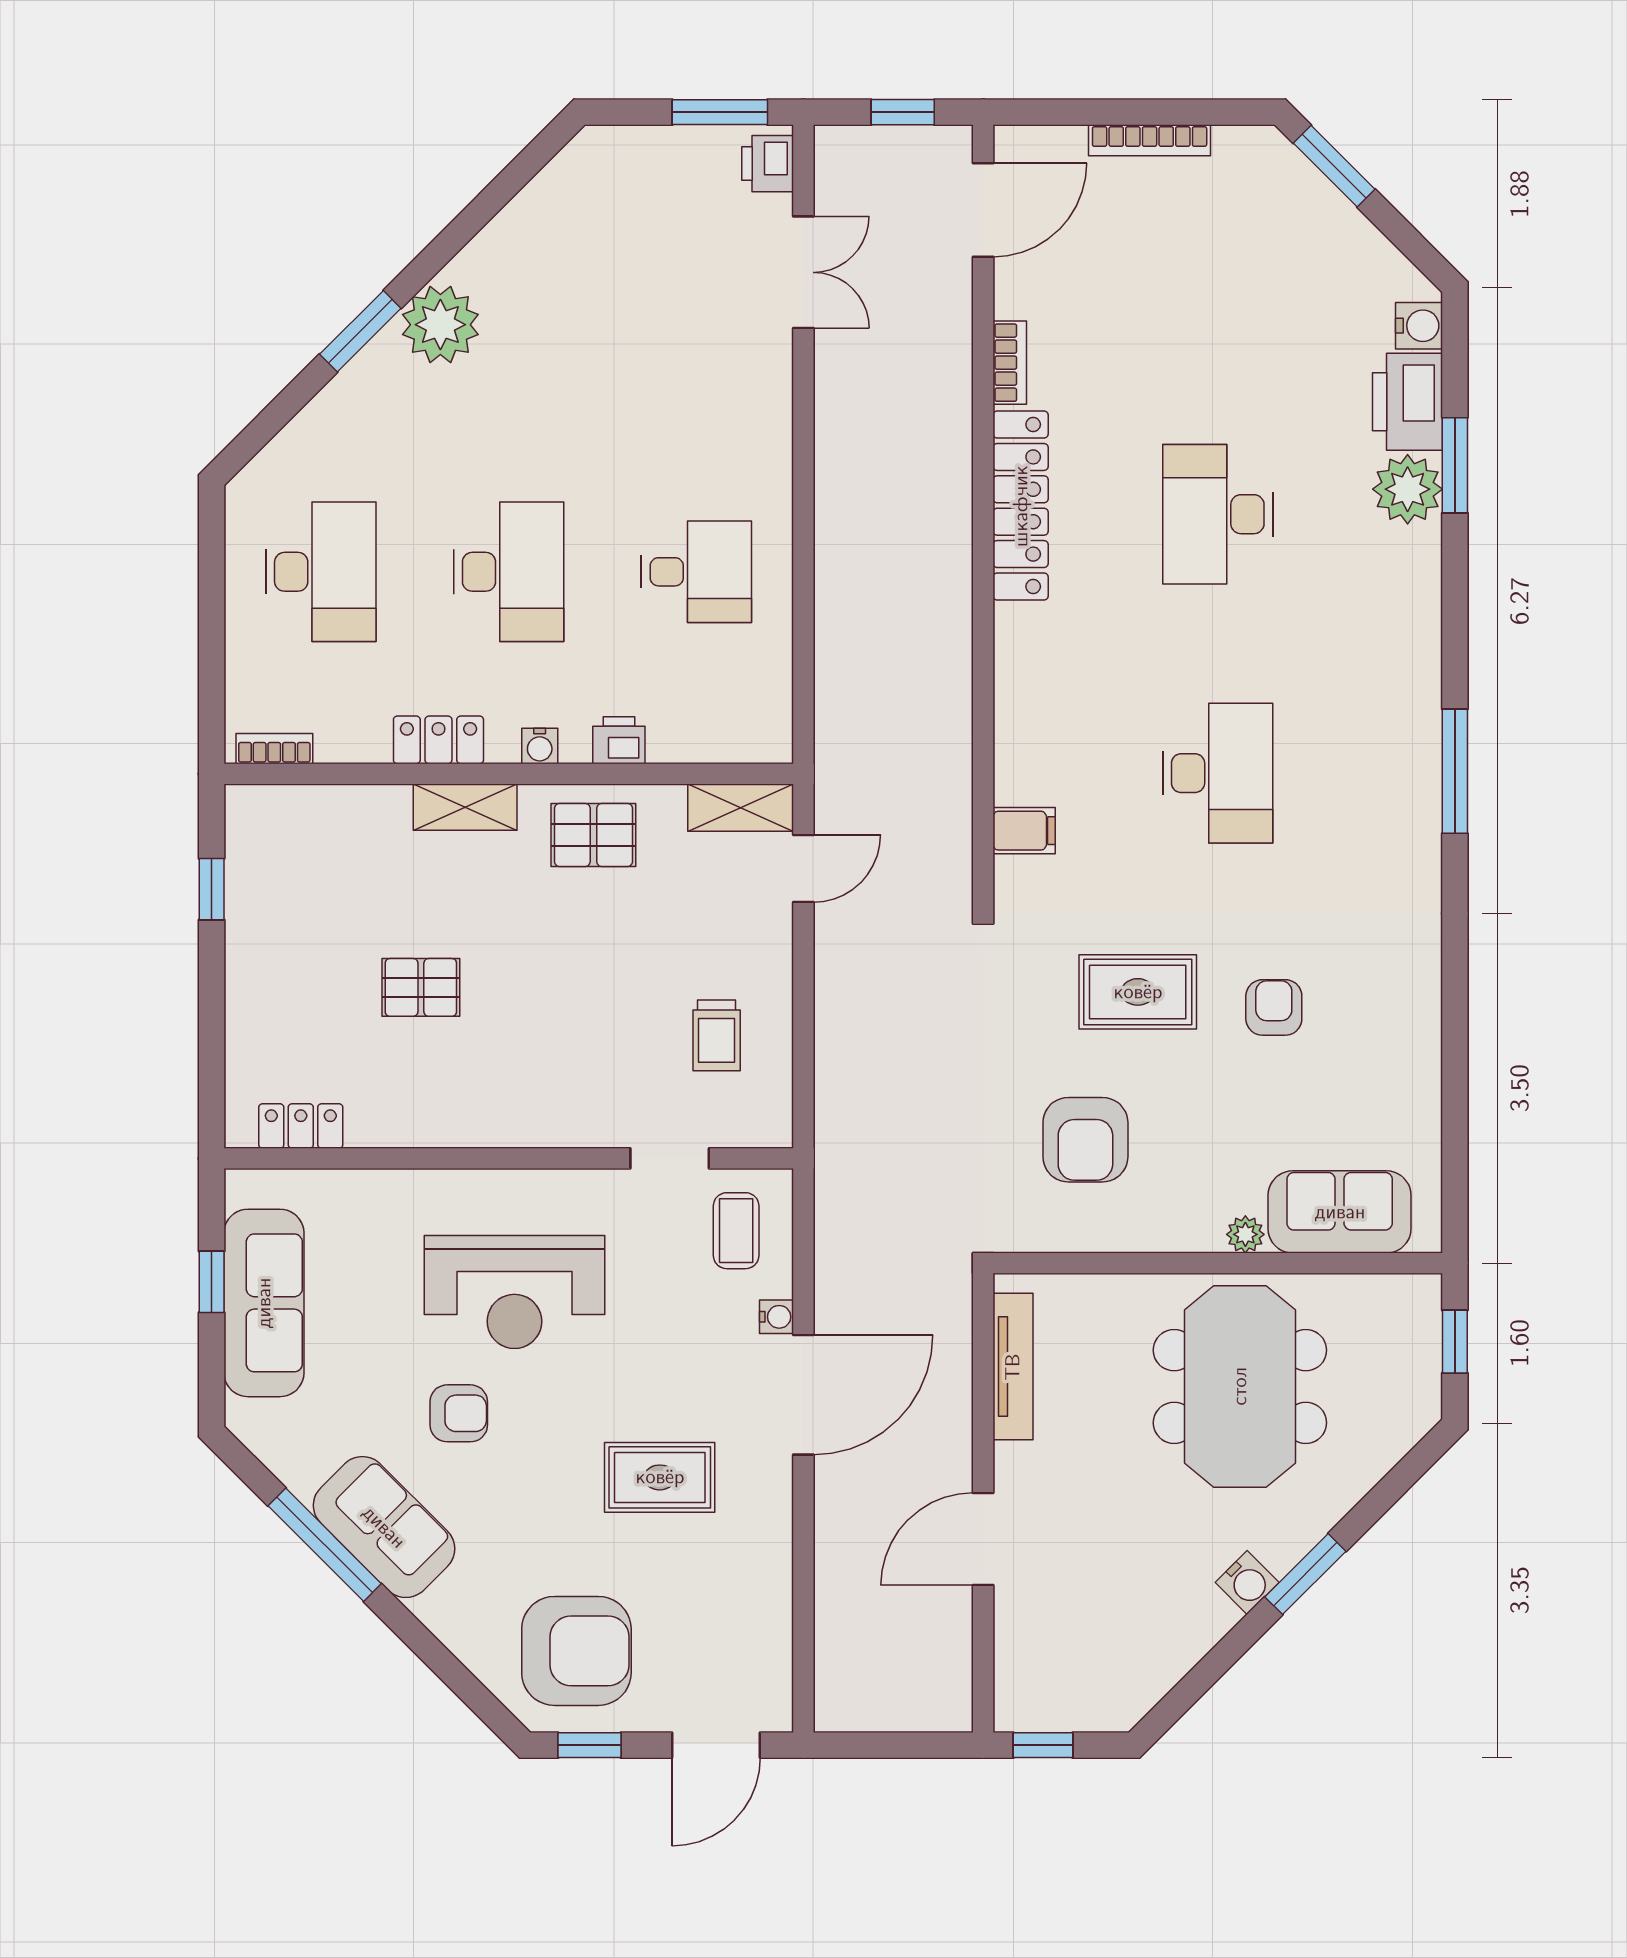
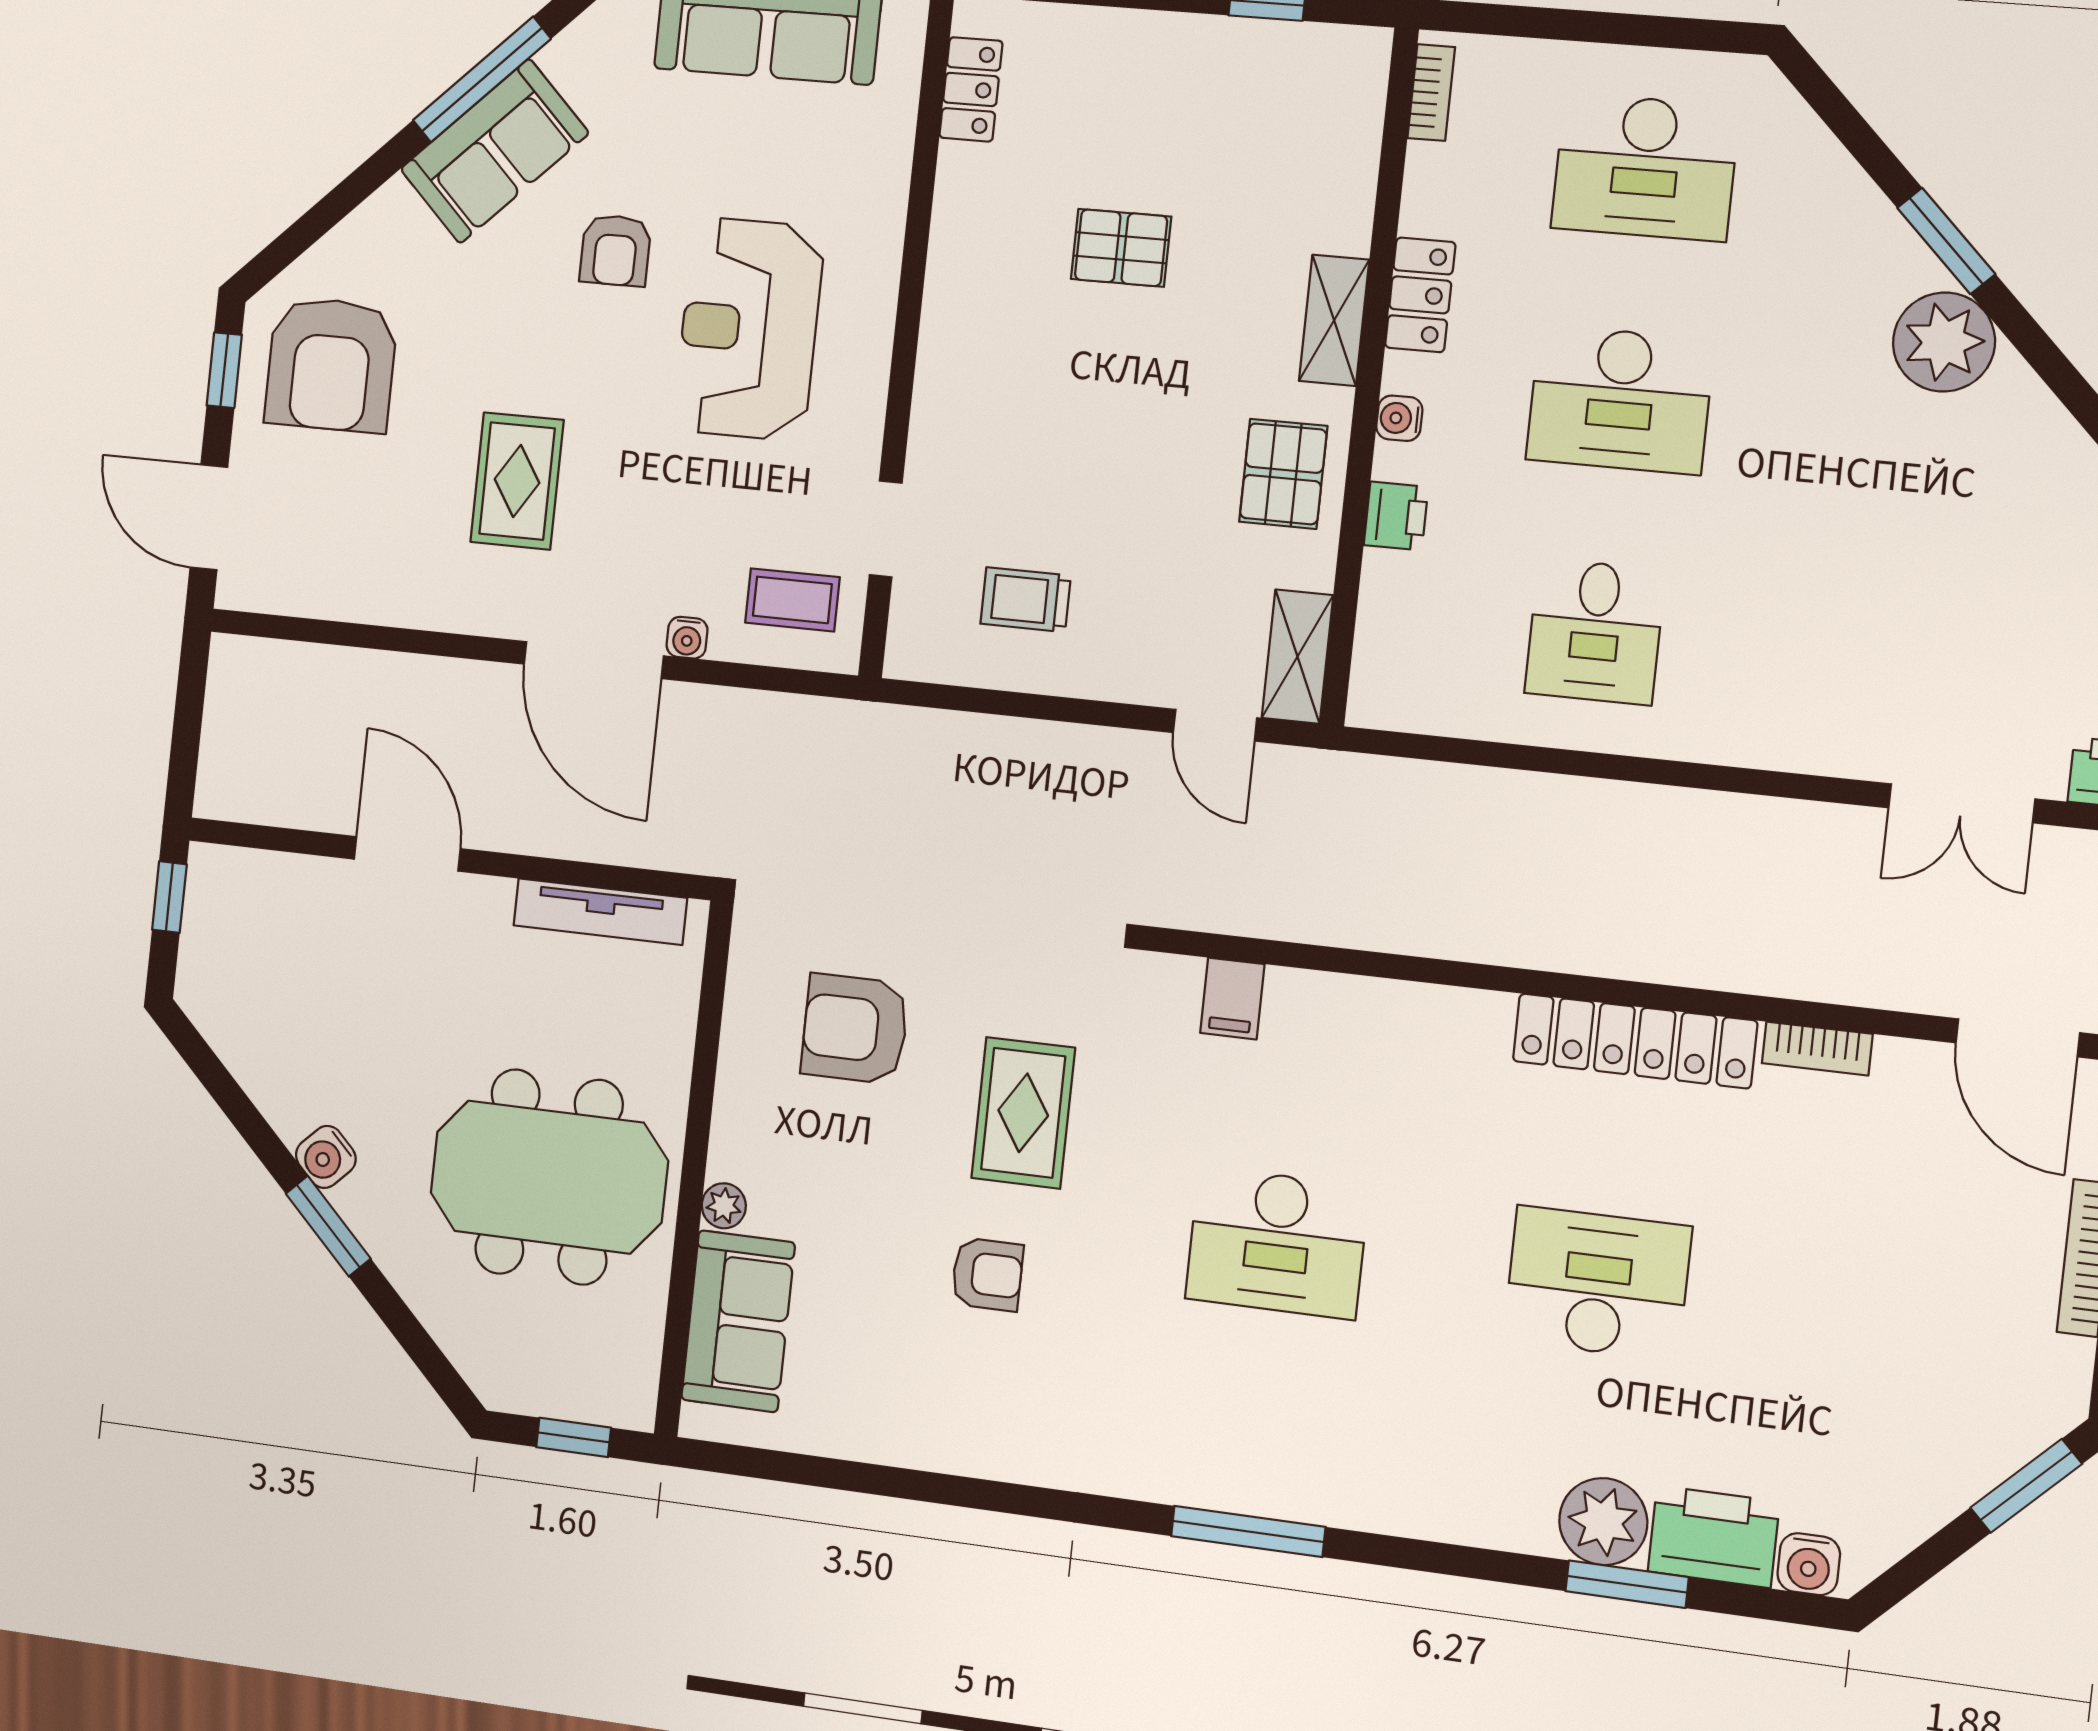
pallet: (421, 987) -> (1121, 248), turned 90

